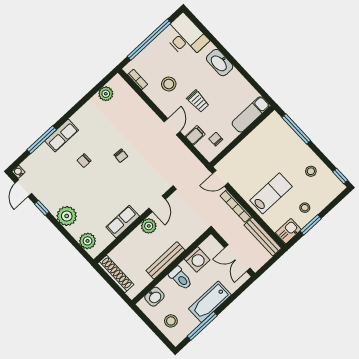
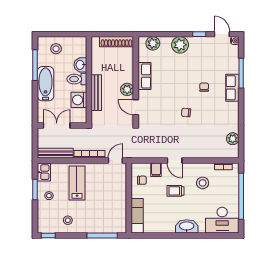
lab bench: (271, 193) -> (77, 183), turned 180
bench: (166, 260) -> (96, 93), moved
washbasin: (154, 297) -> (80, 65), moved

